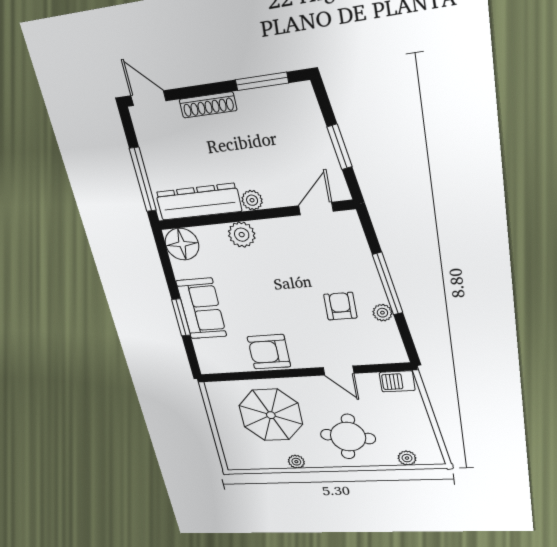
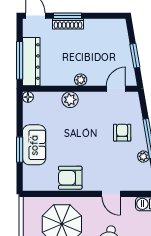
window: (262, 81) -> (68, 16), moved
dresser: (198, 202) -> (31, 62), moved, turned 90
floor lamp: (182, 244) -> (28, 97), width x0.53, depth x0.53
armchair: (340, 306) -> (122, 133), moved

